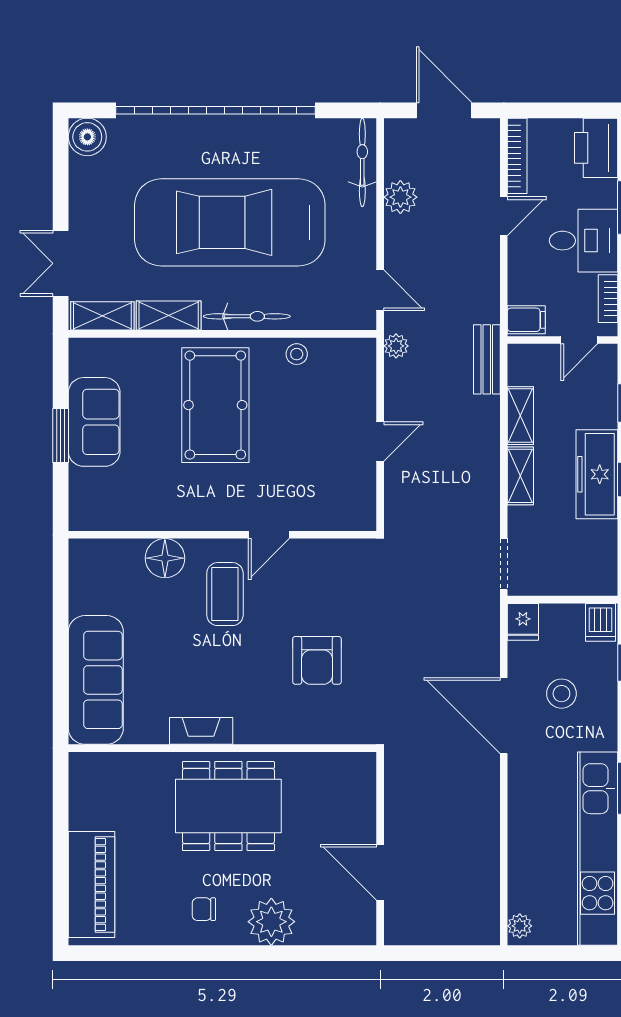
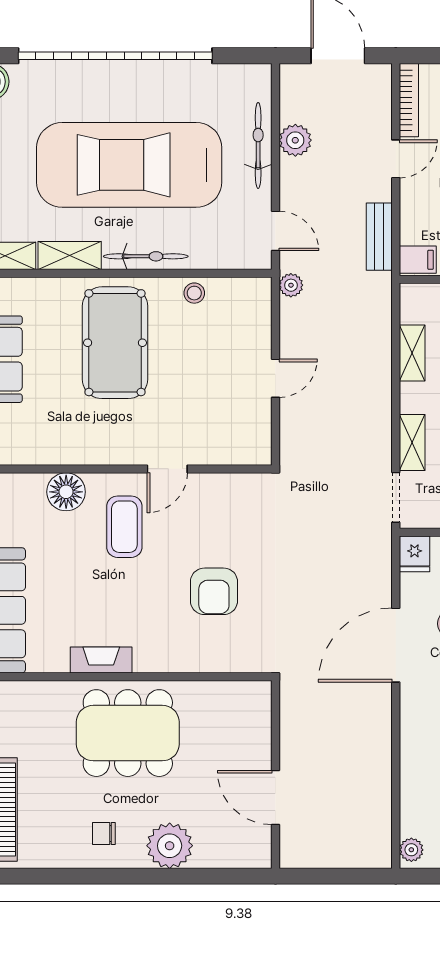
bicycle: (362, 162) -> (258, 145), moved
bench: (487, 359) -> (379, 237), moved
shelving: (520, 476) -> (412, 442), moved
door: (504, 716) -> (396, 645), hinge flipped

